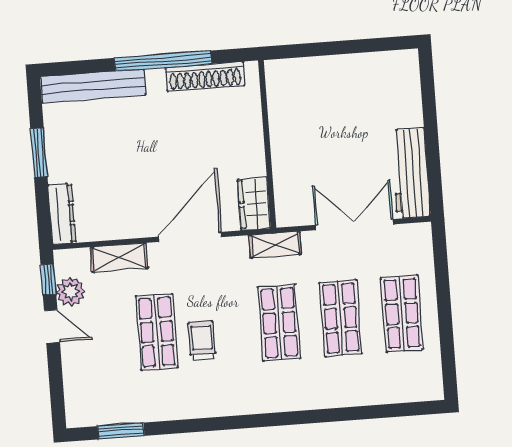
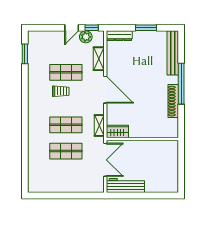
wall: (267, 144) -> (142, 139), moved
wardrobe: (254, 204) -> (117, 132), moved
shop shelf: (402, 313) -> (66, 177), removed

